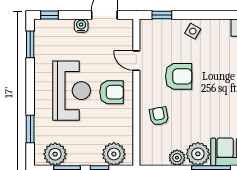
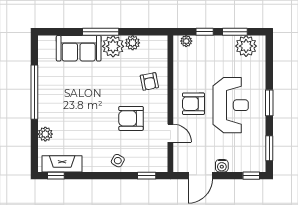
reception desk: (72, 91) -> (231, 105), turned 180
window: (30, 129) -> (269, 103), moved
plant: (114, 154) -> (186, 41), width x0.53, depth x0.53

